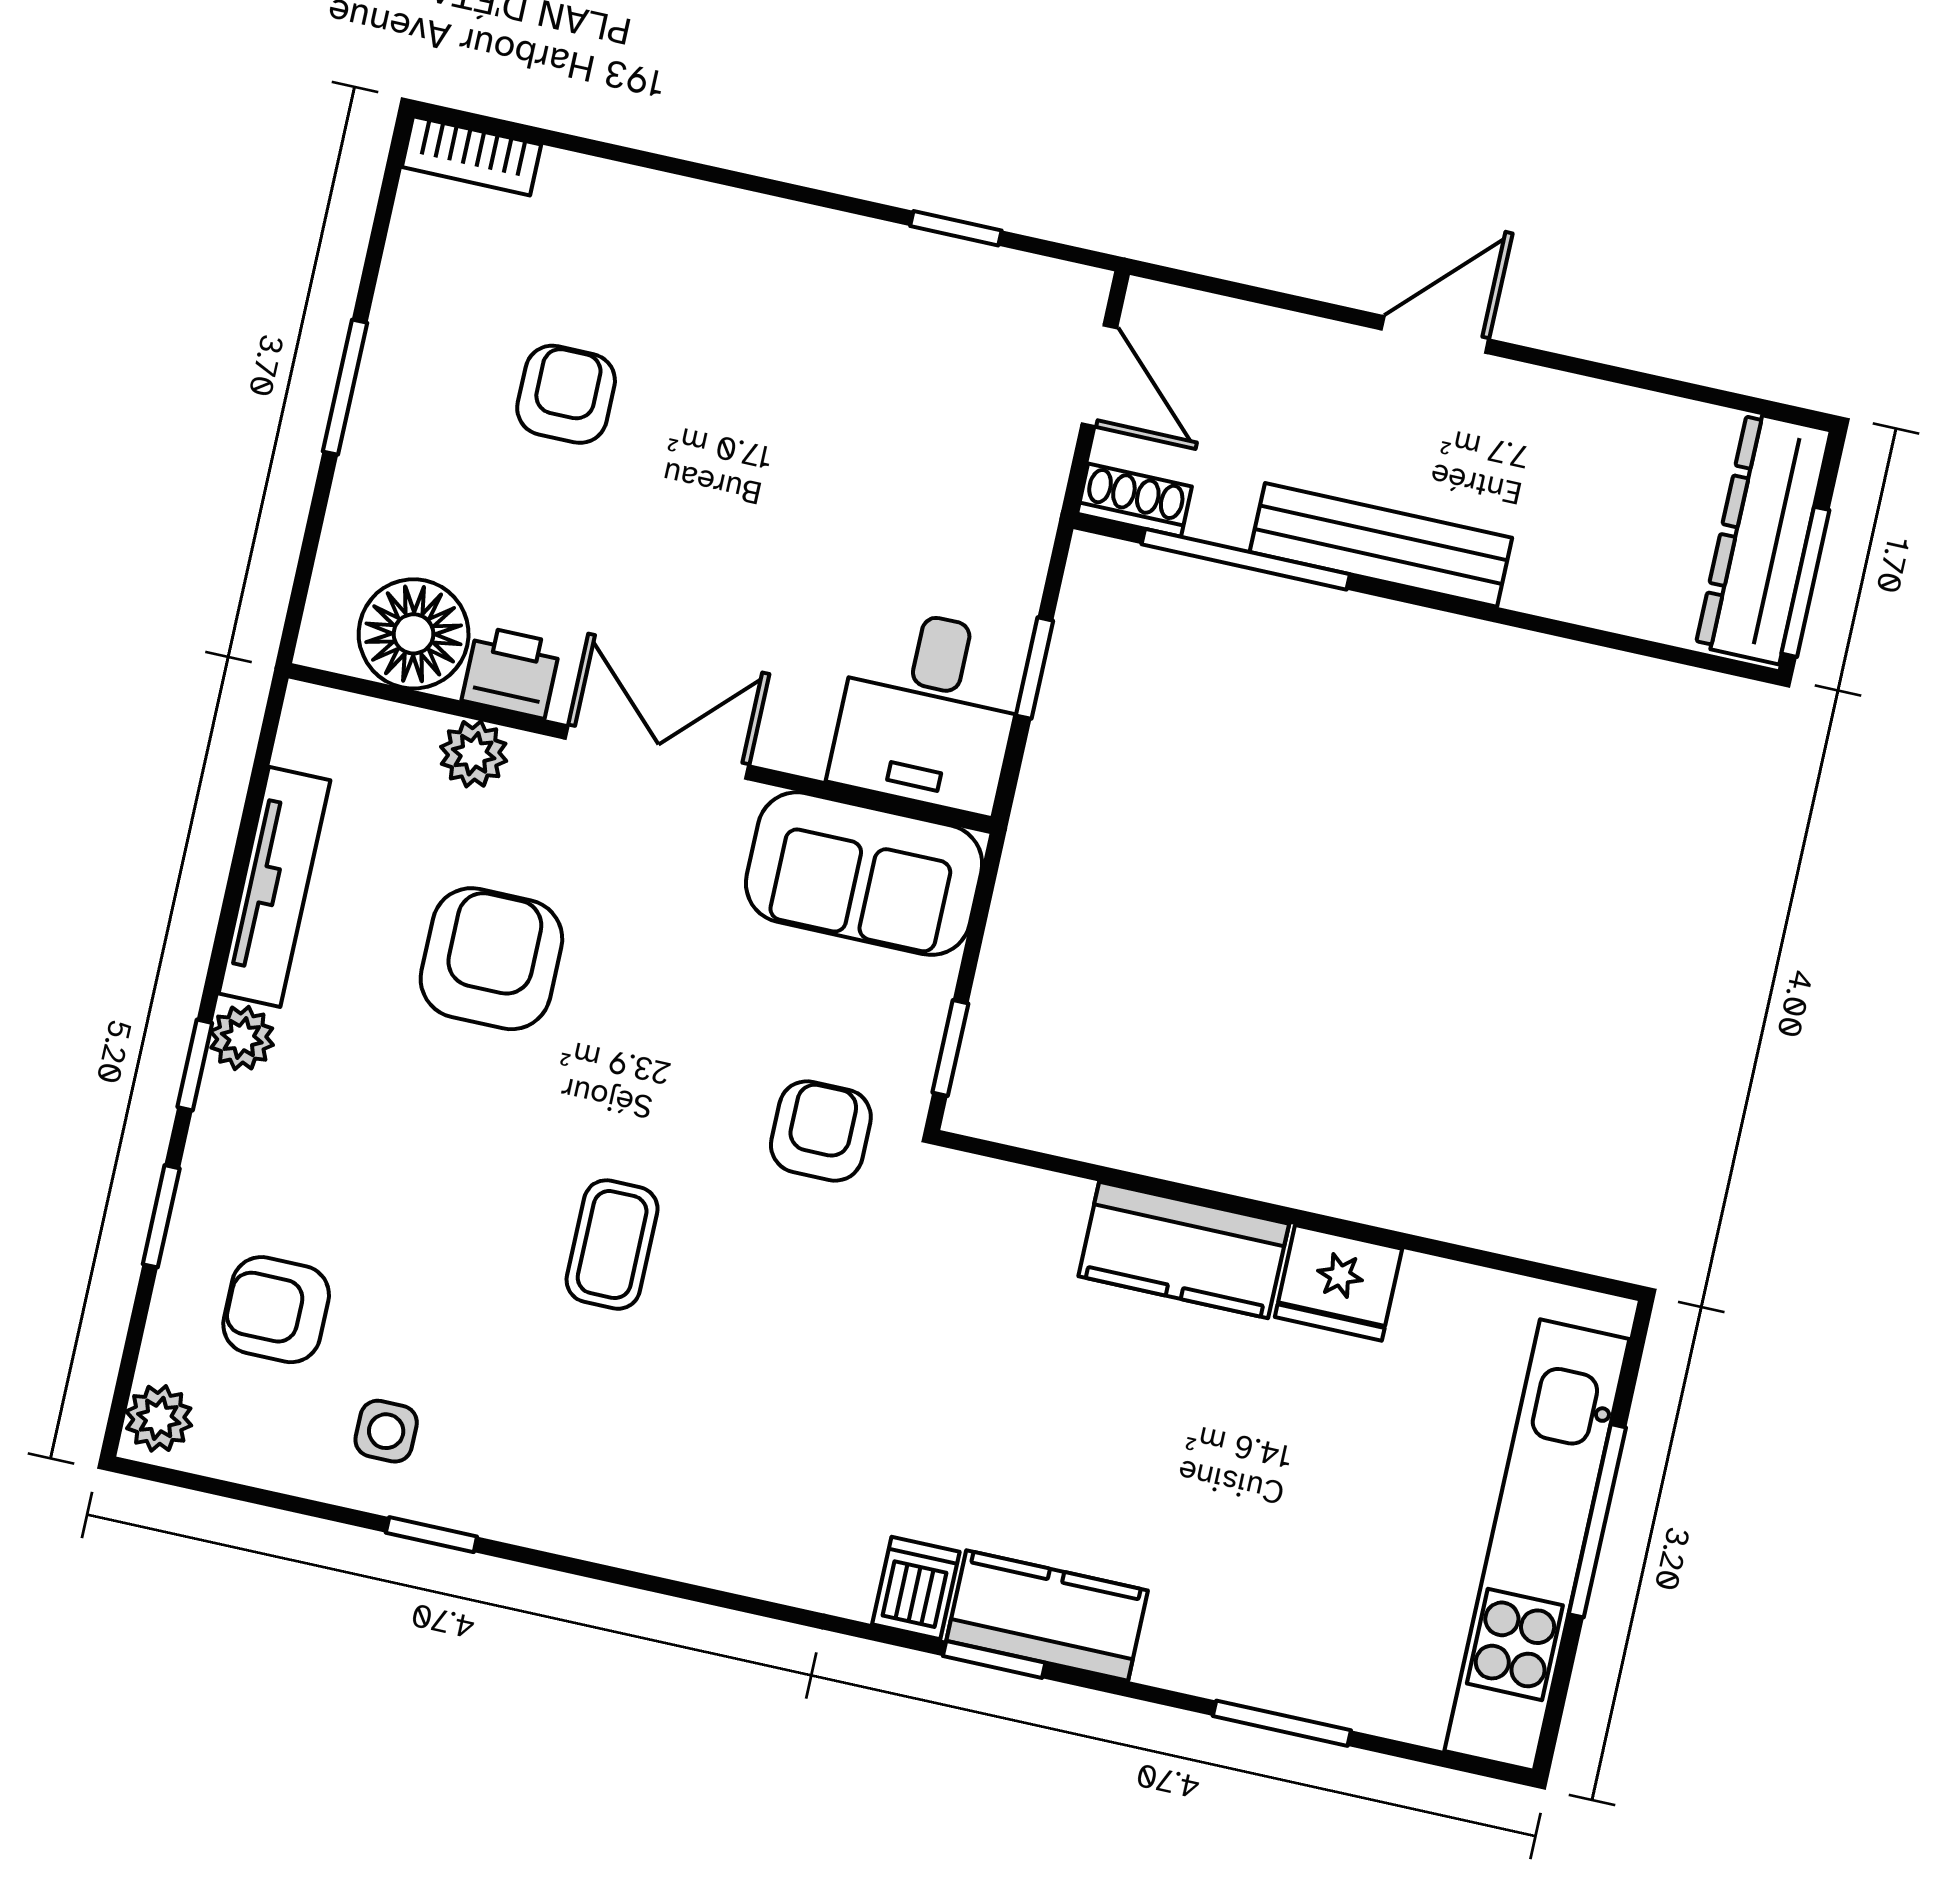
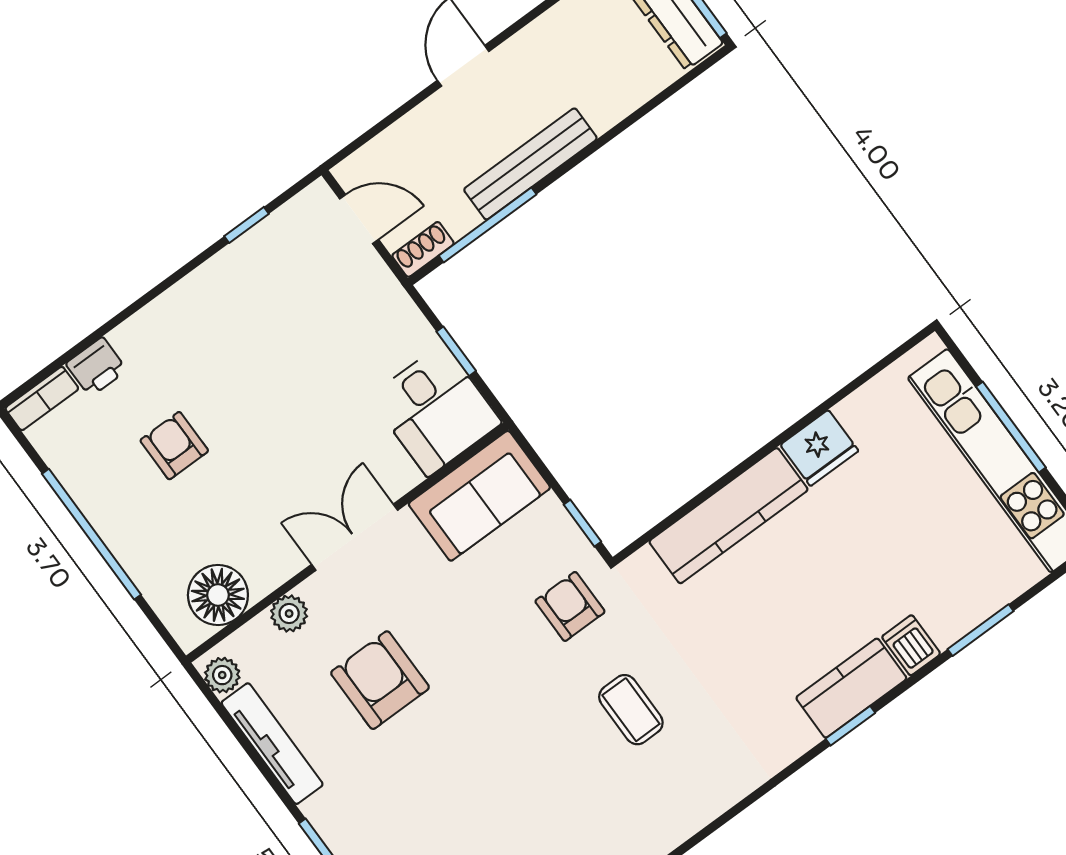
window: (345, 387) -> (91, 534), width x2.11
printer: (511, 672) -> (96, 367), moved, turned 180
plant: (242, 1038) -> (222, 675), moved
coffee table: (612, 1245) -> (631, 710), moved
kitchen counter: (1184, 1250) -> (728, 516), width x1.50
dishwasher: (916, 1588) -> (911, 645), moved

